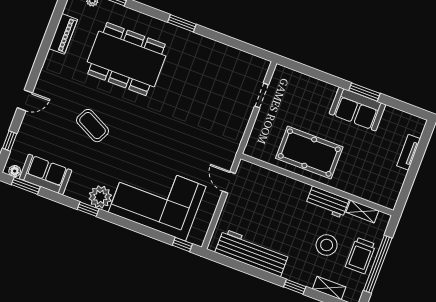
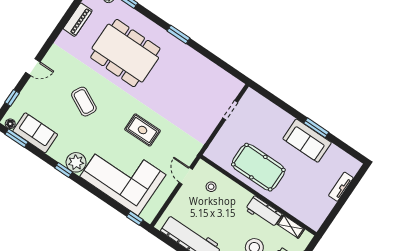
rug: (167, 142) -> (143, 130), added
stool: (261, 188) -> (211, 187), added

